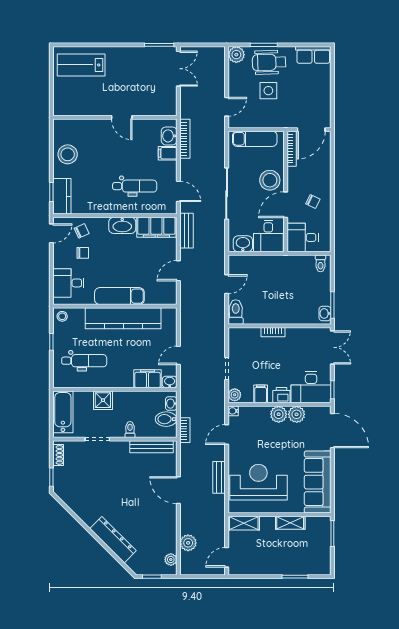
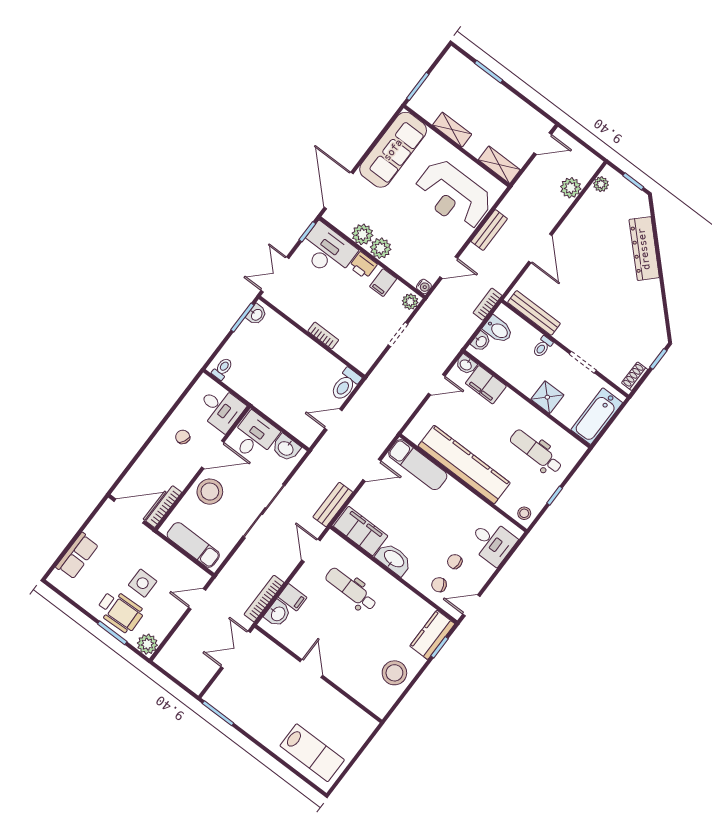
row of seats: (313, 55) -> (77, 556), moved, turned 90
double door: (178, 69) -> (236, 650), moved
exam couch: (119, 296) -> (418, 465), moved

